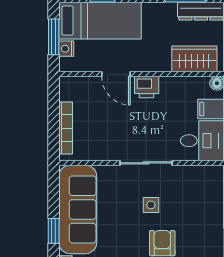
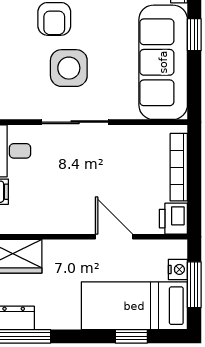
printer: (147, 87) -> (173, 219), moved, turned -90
side table: (151, 205) -> (69, 68), width x1.87, depth x1.87

